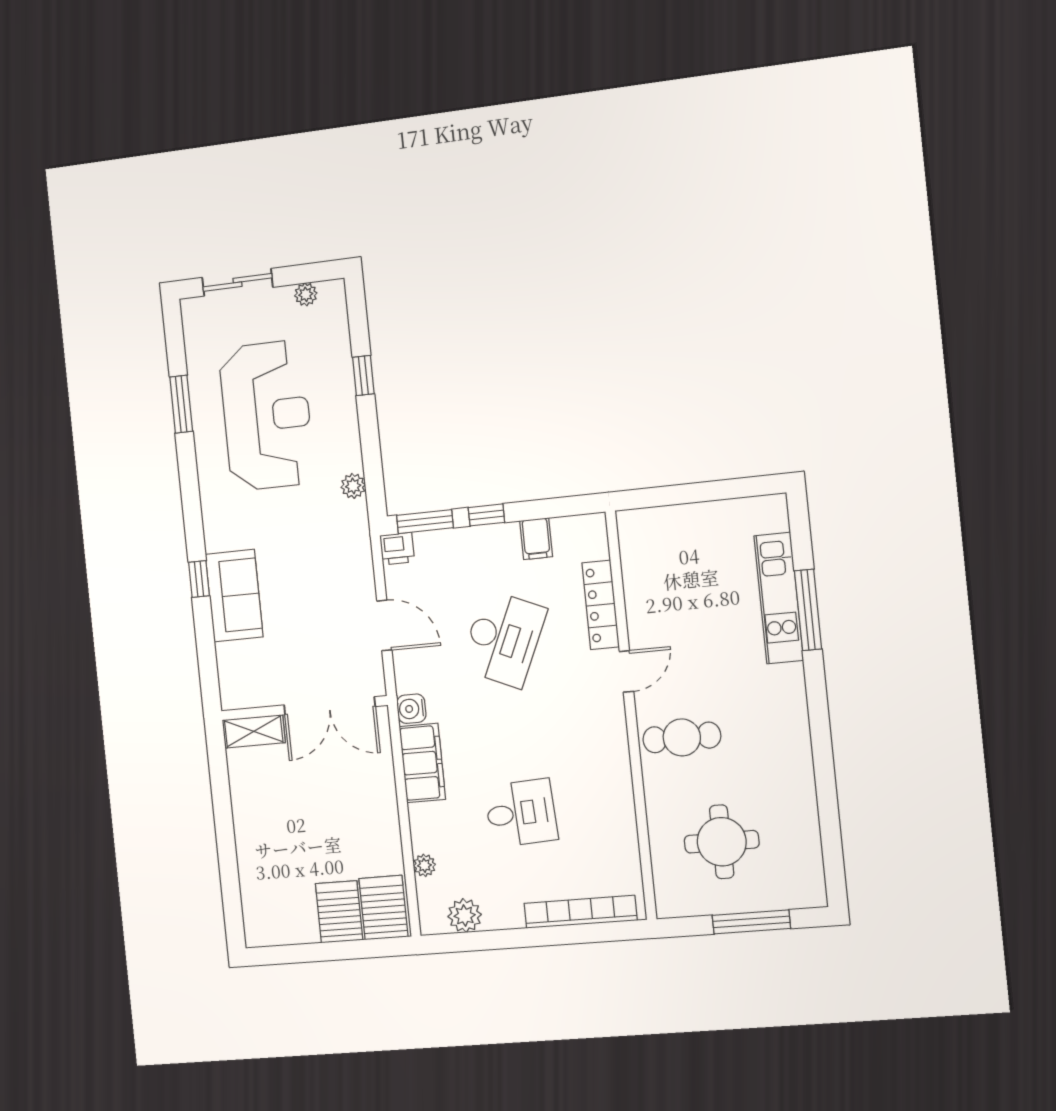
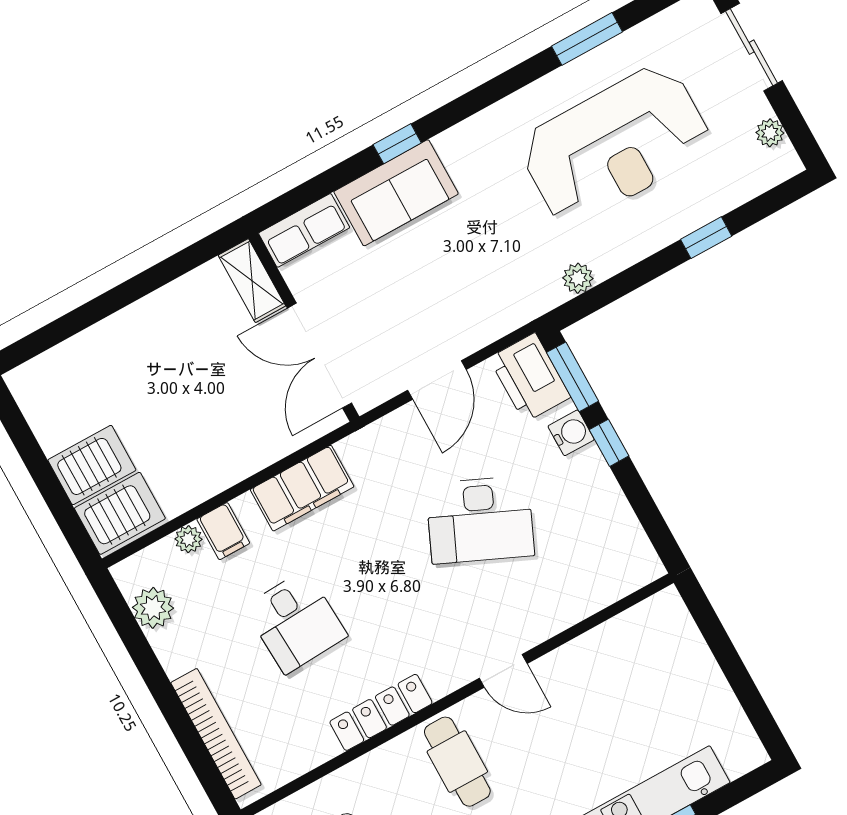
filing cabinet: (536, 539) -> (223, 531), moved, turned -90
printer: (397, 549) -> (530, 378), width x1.87, depth x1.48
locker: (601, 605) -> (381, 712), moved
row of seats: (233, 676) -> (304, 230), added
water cooler: (411, 709) -> (571, 433), moved, turned 90

